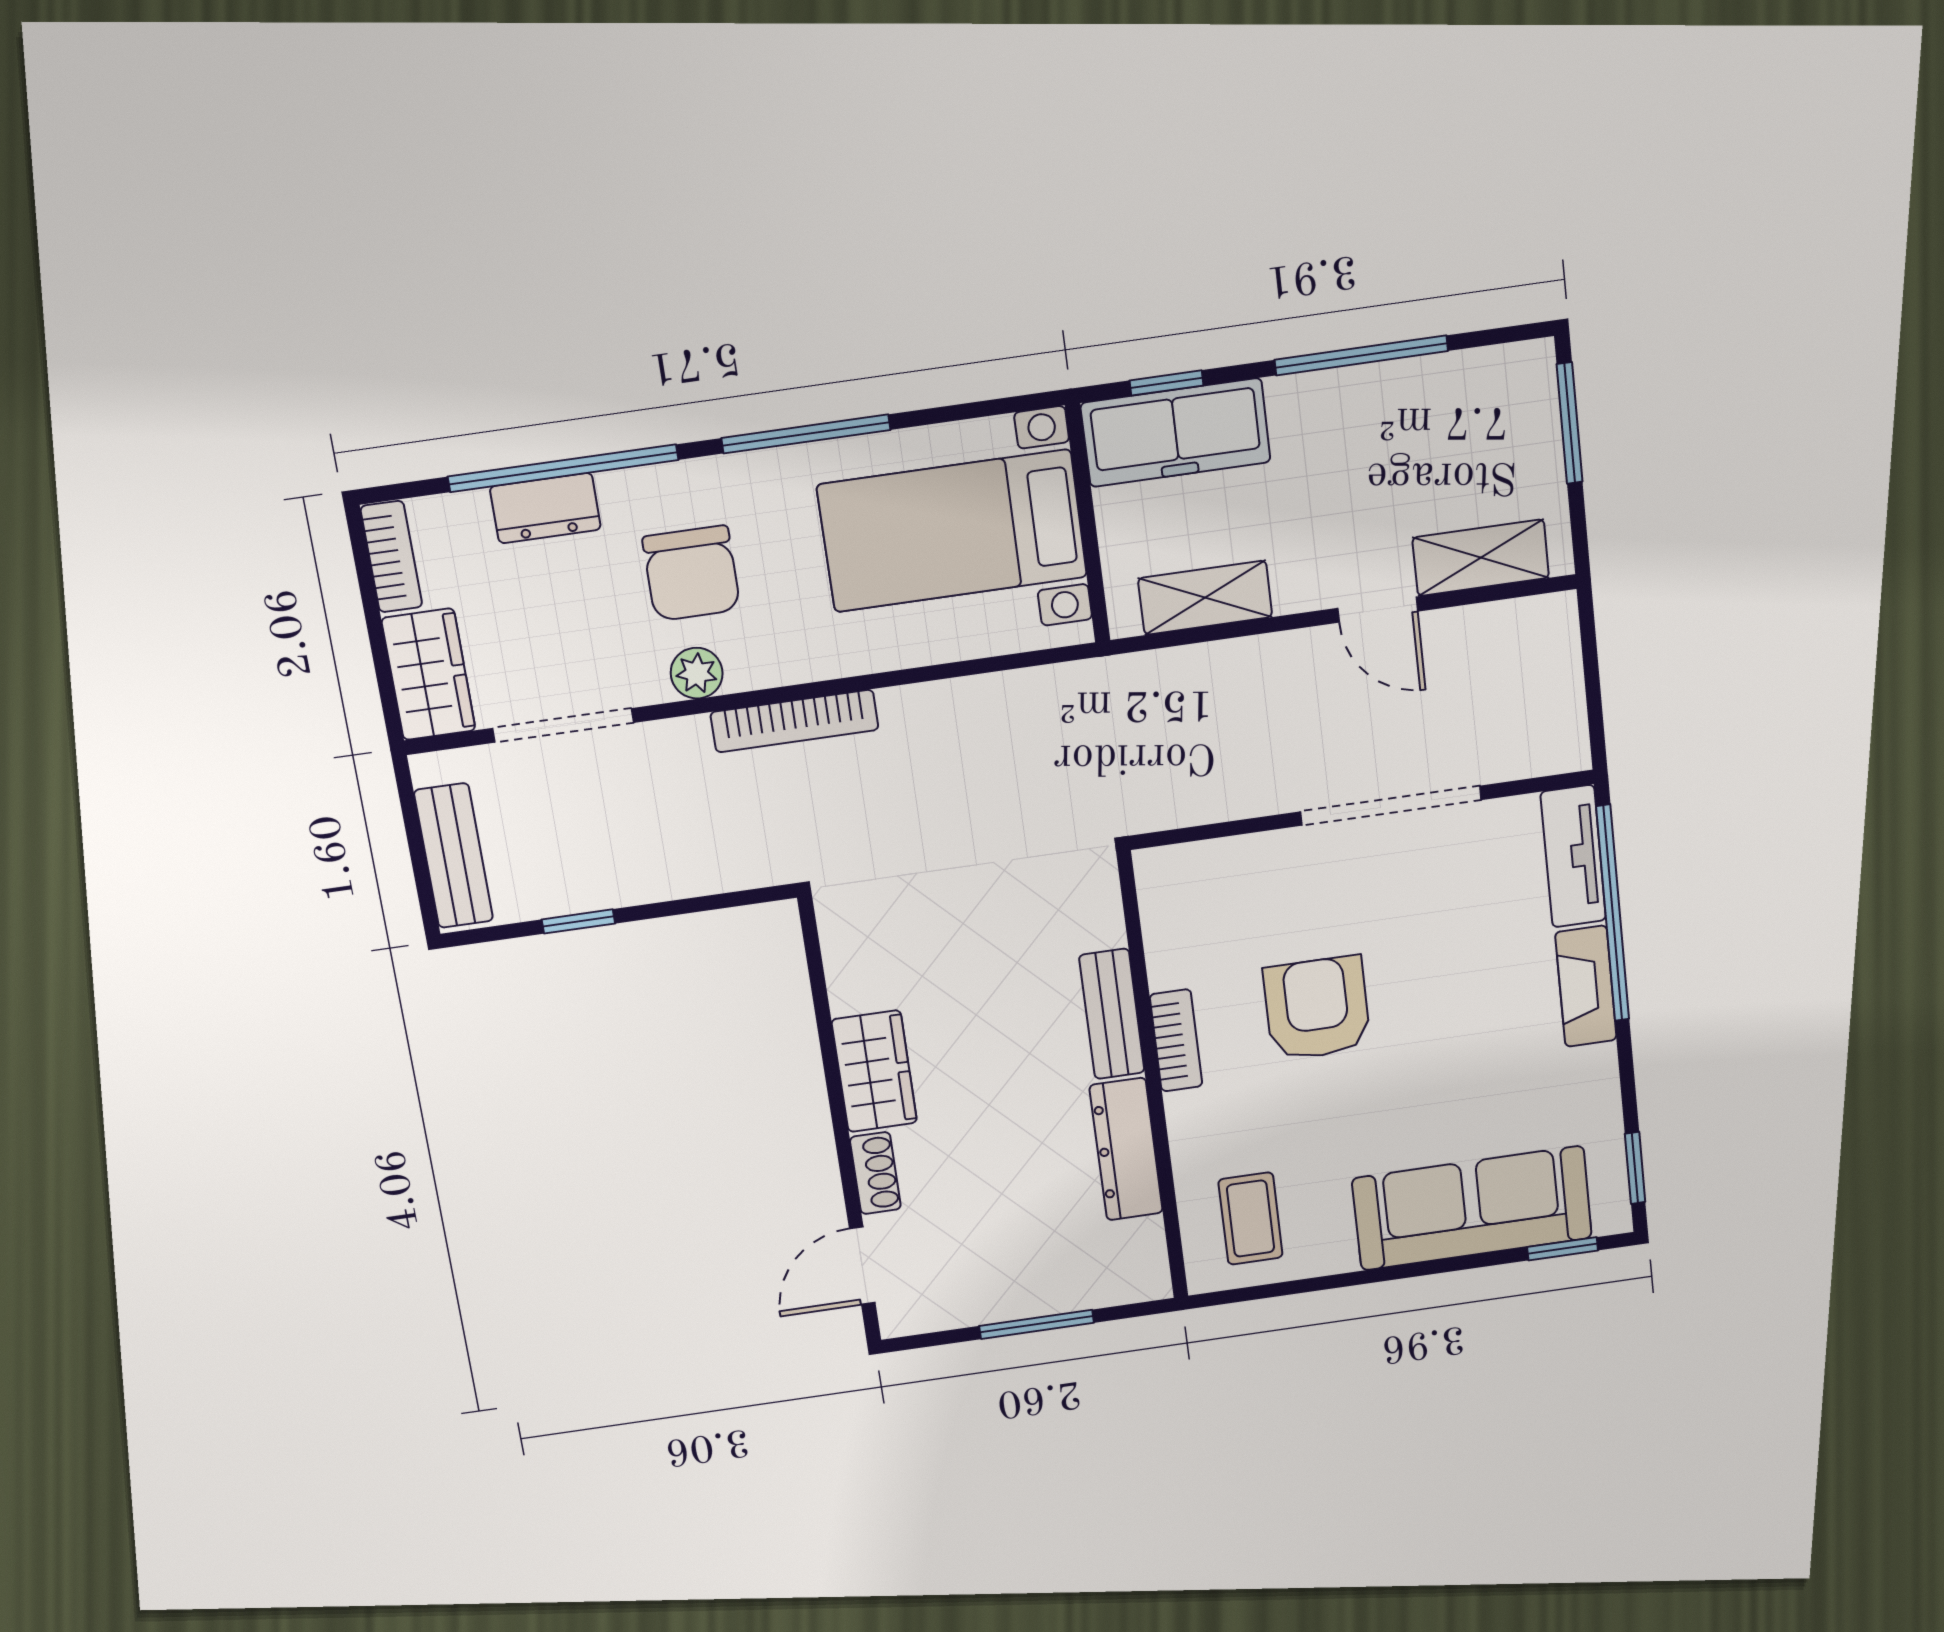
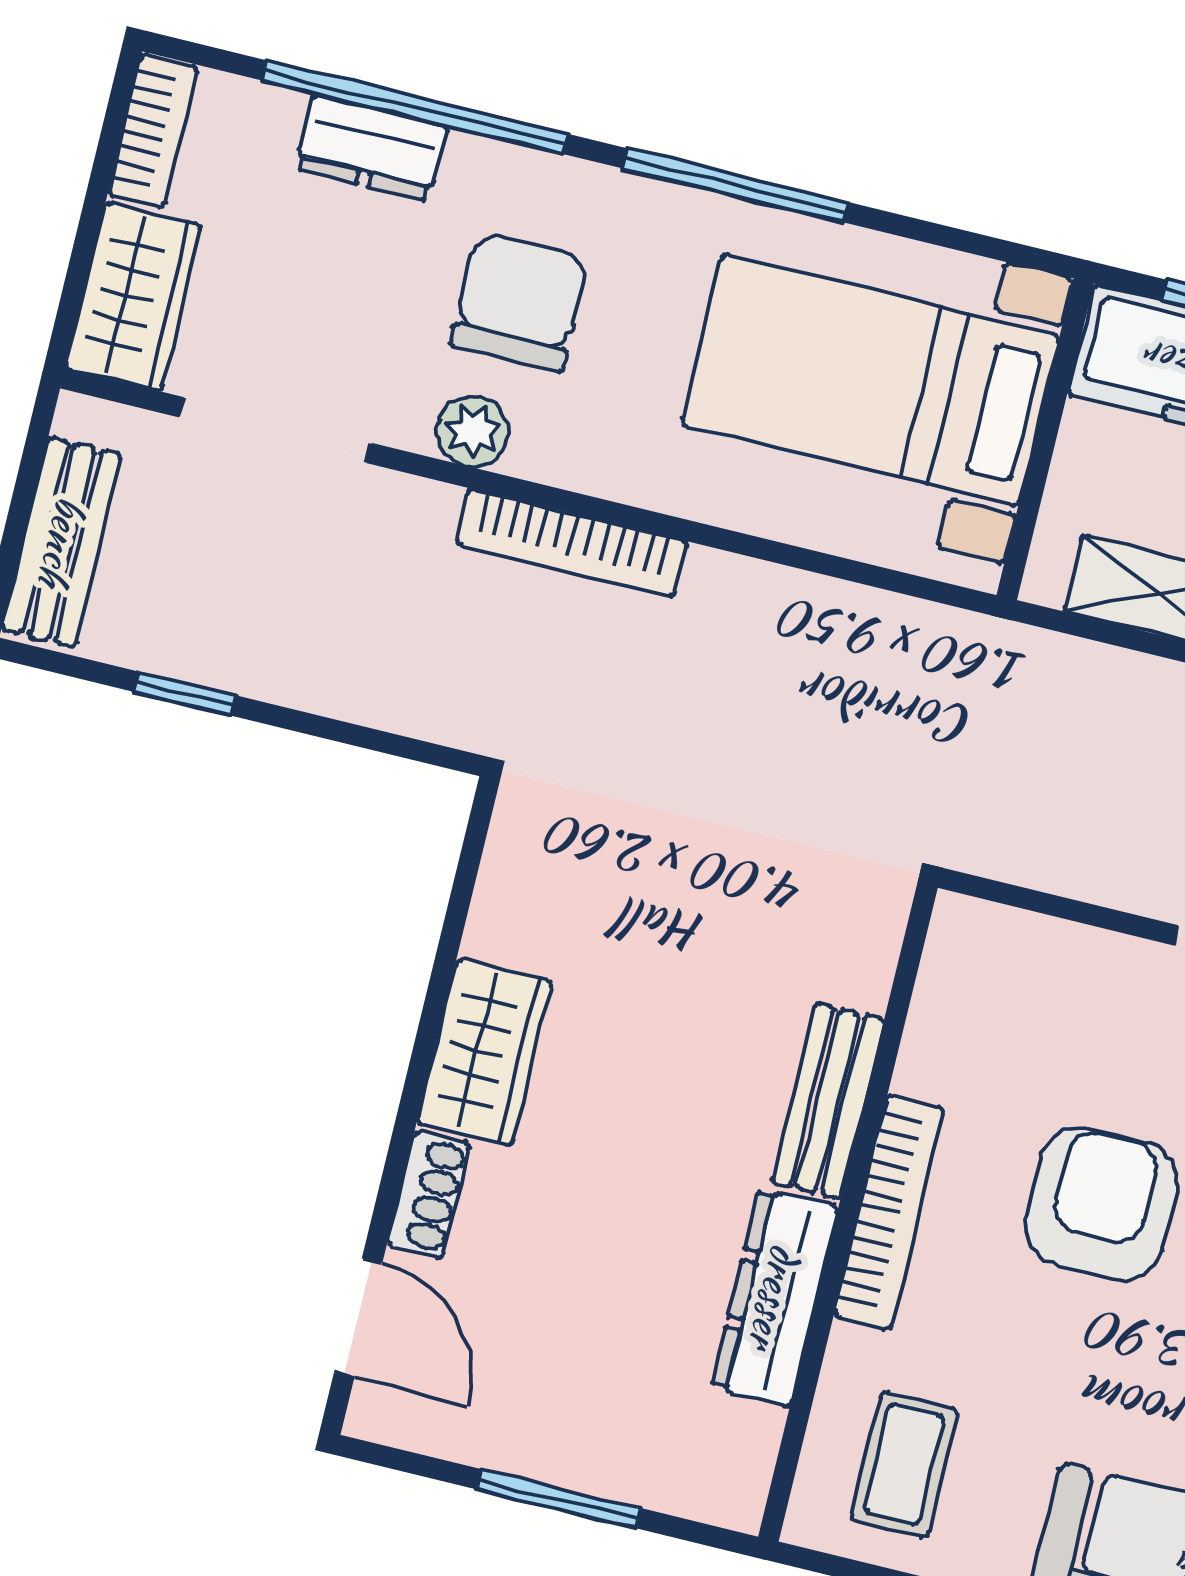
chair: (691, 573) -> (520, 302), turned 180
bookcase: (1176, 1040) -> (889, 1212), width x1.56
door: (862, 1266) -> (358, 1318), swing flipped

